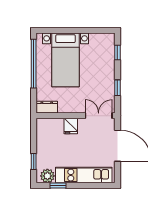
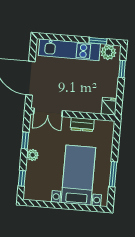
window: (34, 64) -> (113, 174), width x0.47
plant: (109, 75) -> (33, 155), added
dresser: (47, 107) -> (82, 124), moved
fridge: (71, 126) -> (109, 106), moved

